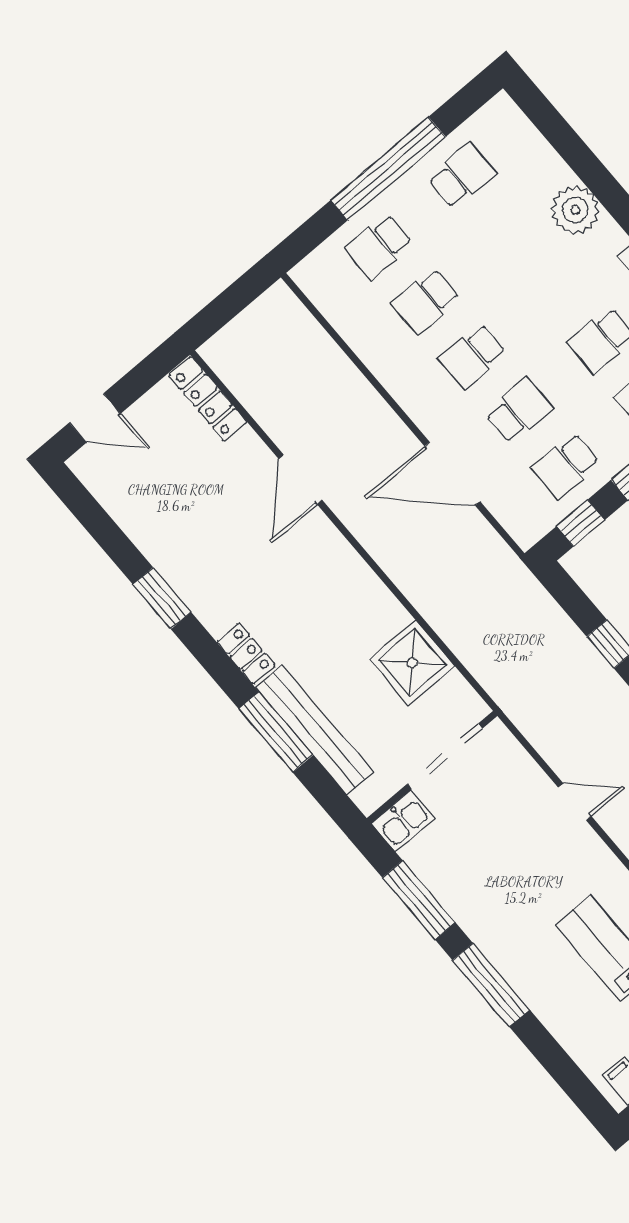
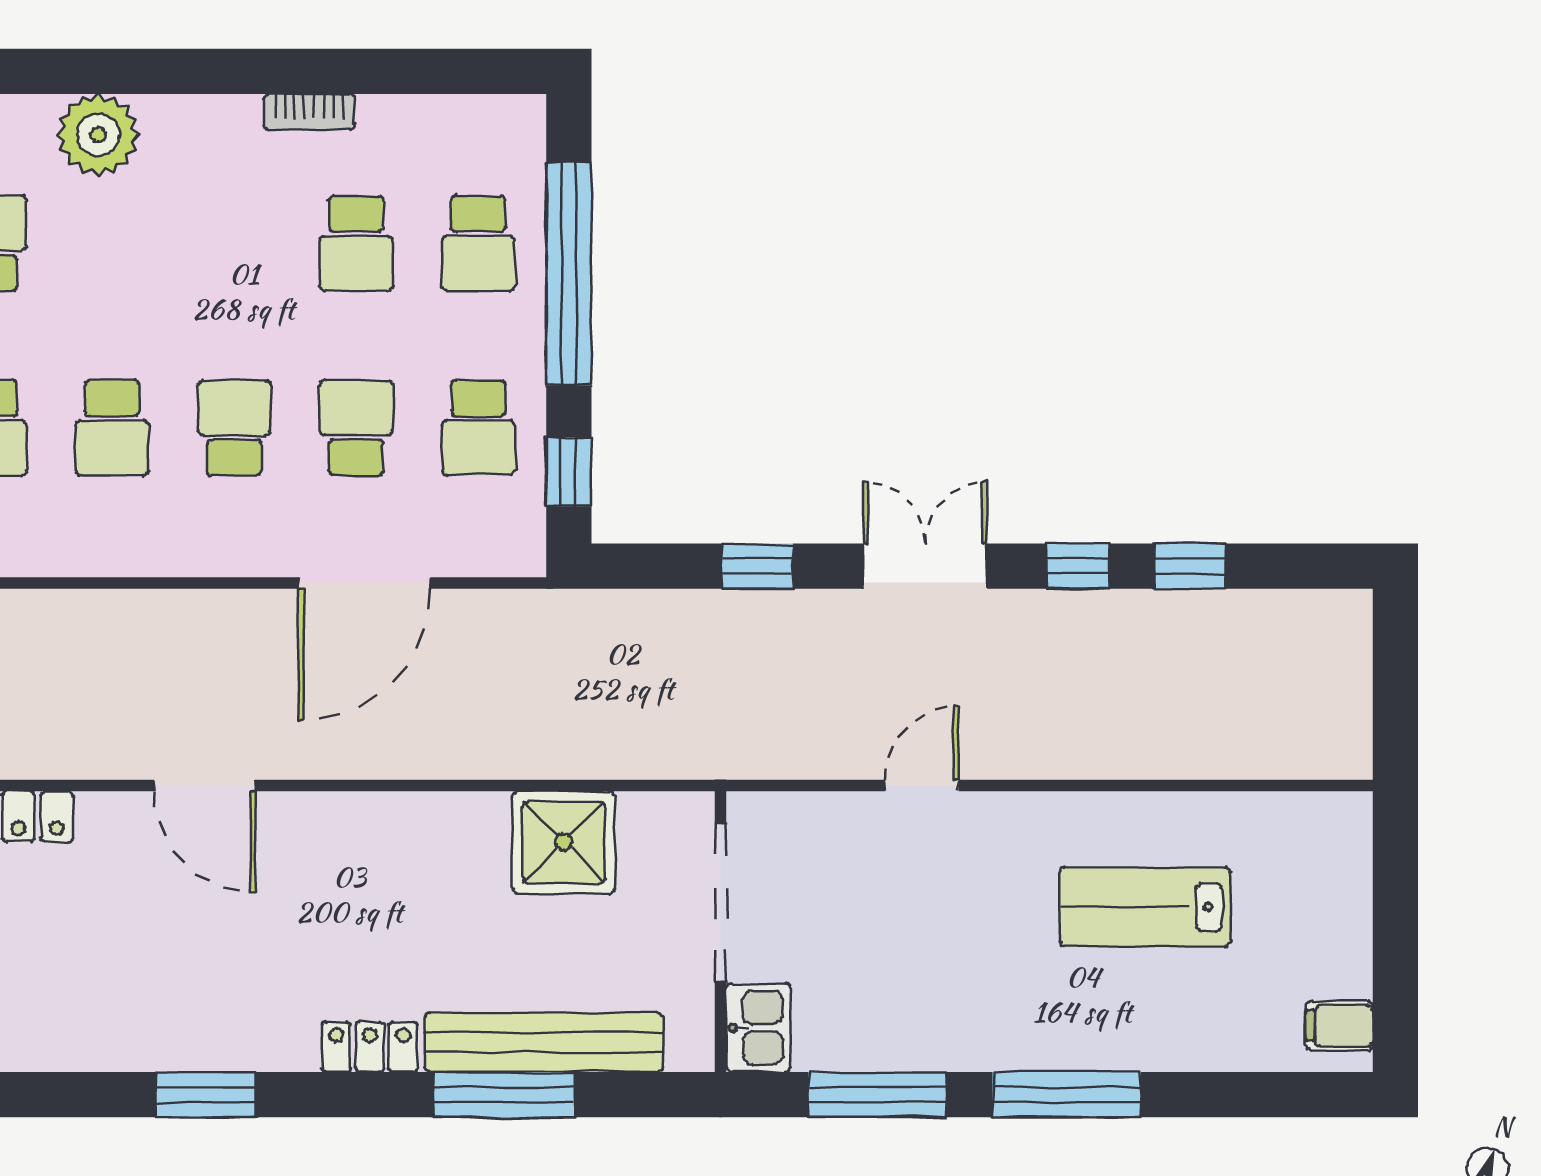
plant: (575, 210) -> (98, 135), moved
school desk: (472, 356) -> (234, 428), turned 180

